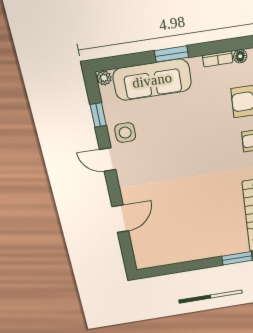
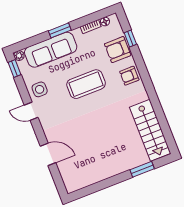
window: (98, 115) -> (15, 69), moved
coffee table: (192, 139) -> (86, 84), added
door: (120, 219) -> (48, 154), hinge flipped

